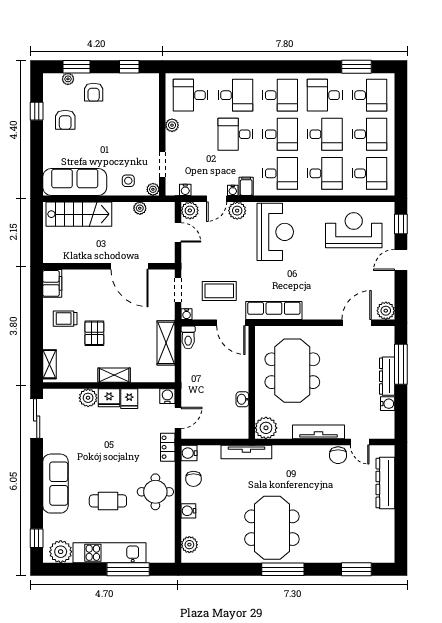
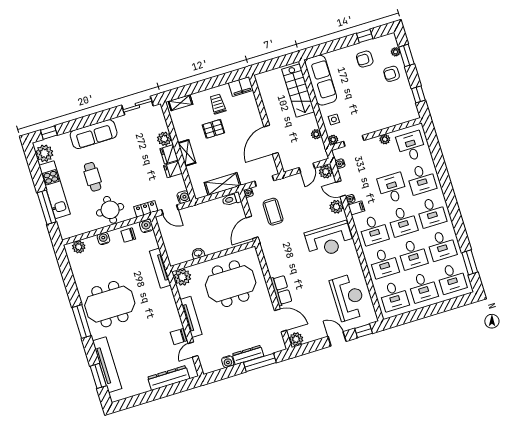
desk: (325, 95) -> (442, 245), turned 180
row of seats: (274, 310) -> (281, 290), moved, width x0.68
tv unit: (346, 554) -> (107, 365), added

